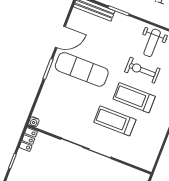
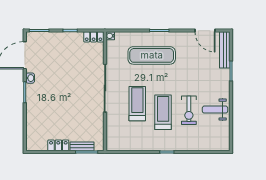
door: (60, 37) -> (205, 31), moved
exercise mat: (82, 69) -> (152, 55), moved, turned 90
exercise bike: (142, 70) -> (189, 110), turned 180

